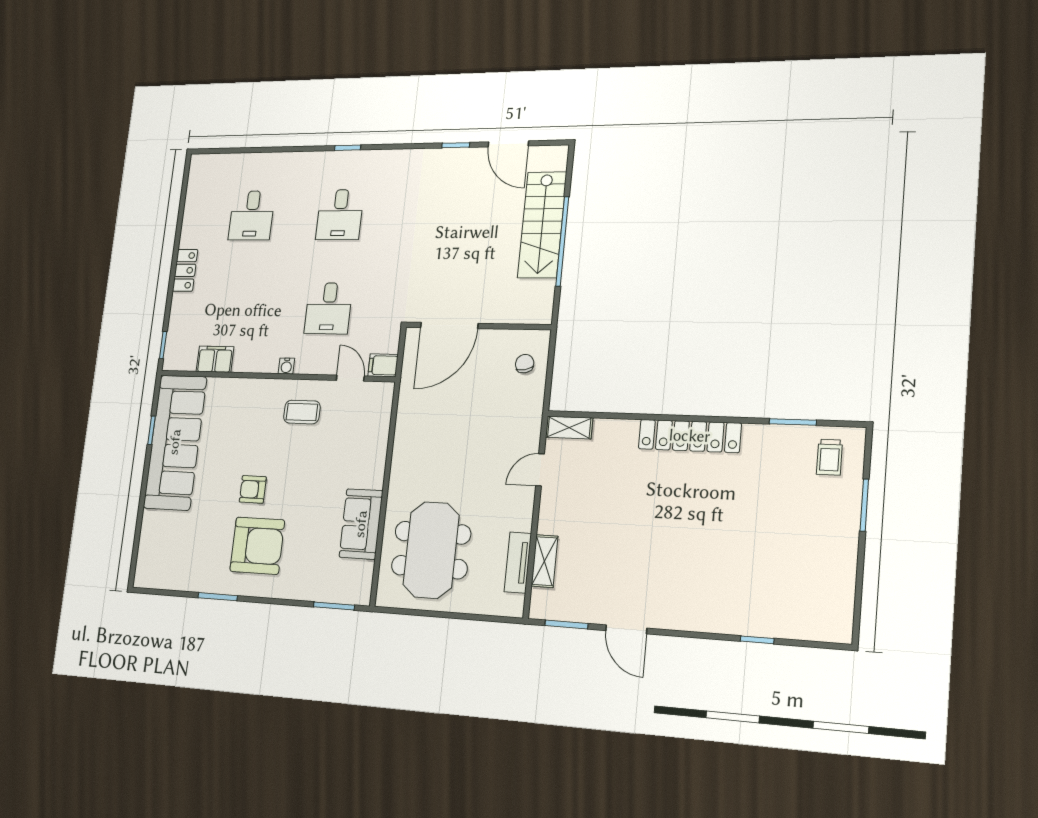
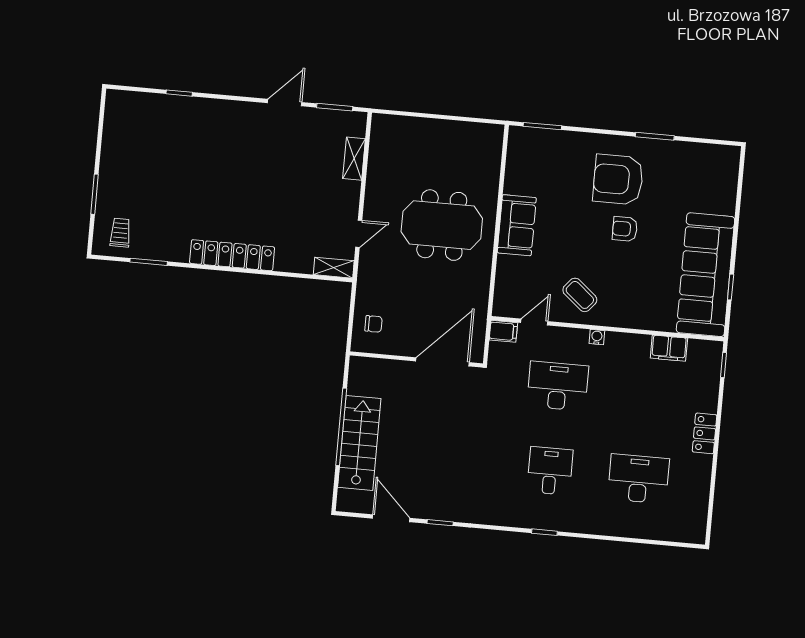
desk: (252, 215) -> (638, 479), width x1.37
desk: (328, 308) -> (558, 386), width x1.37
chair: (525, 364) -> (374, 324), turned -79
door: (350, 378) -> (534, 322), swing flipped
coffee table: (302, 412) -> (580, 295), turned 40
armchair: (253, 489) -> (625, 229), turned 180
sofa: (361, 524) -> (517, 225), moved
meeting table: (431, 550) -> (442, 225), moved, turned 90
tv unit: (518, 563) -> (377, 158), removed
door: (626, 629) -> (285, 103), hinge flipped

